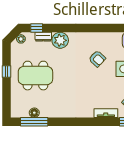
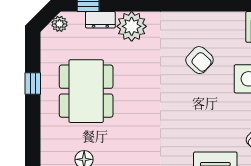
dining table: (35, 76) -> (86, 91), turned 90

